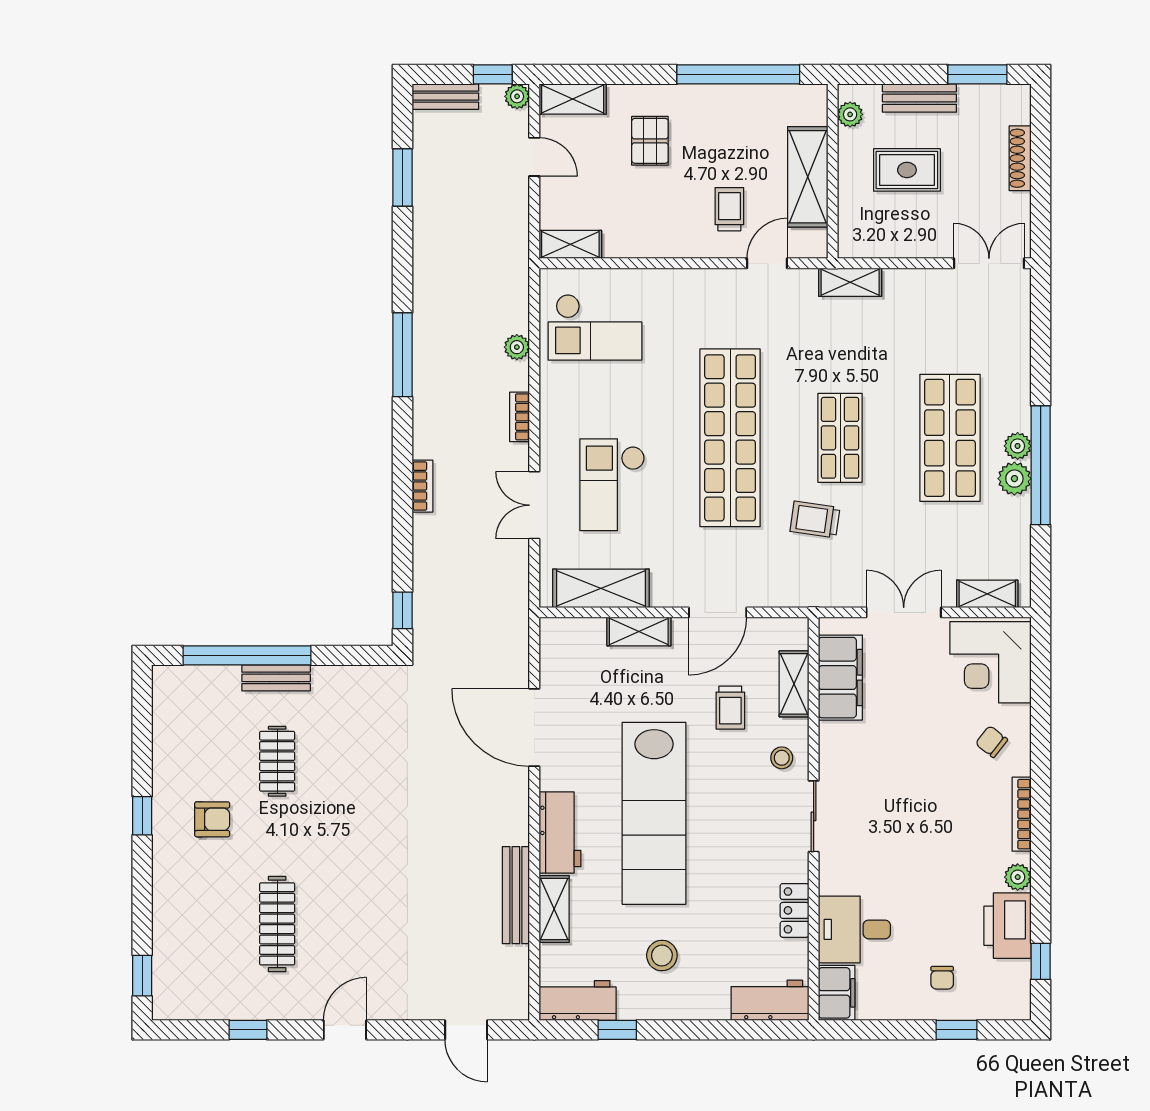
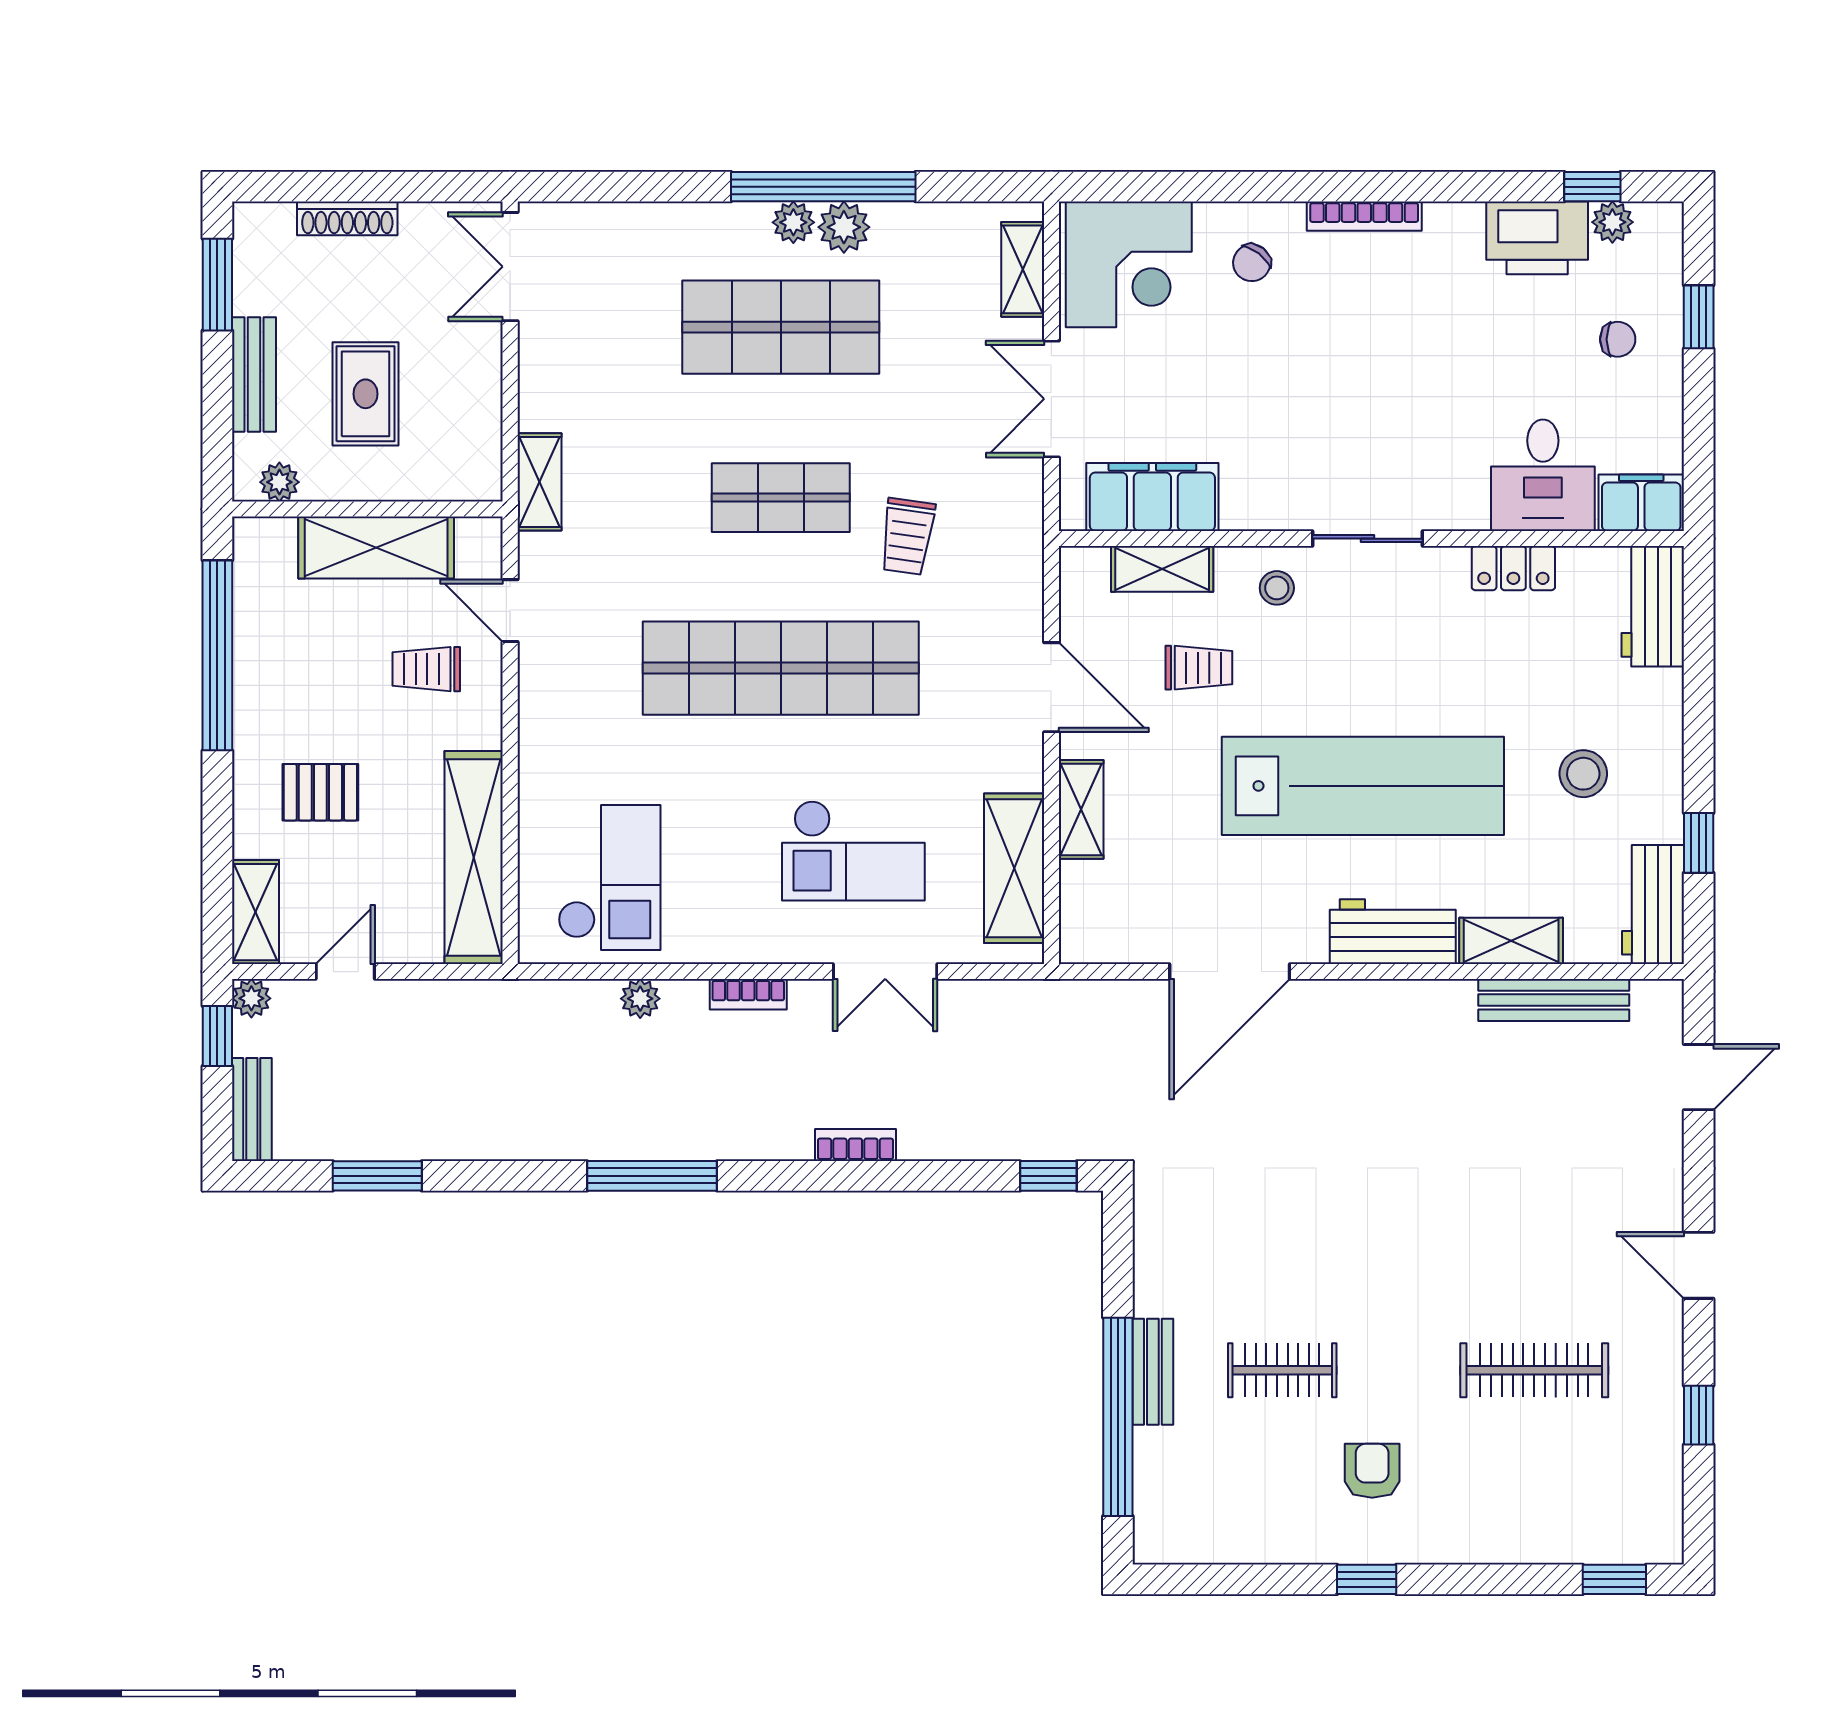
shelving: (570, 244) -> (474, 858), width x2.20, depth x1.33
plant: (1018, 877) -> (1612, 222), moved
bench: (516, 895) -> (1554, 1000), moved

